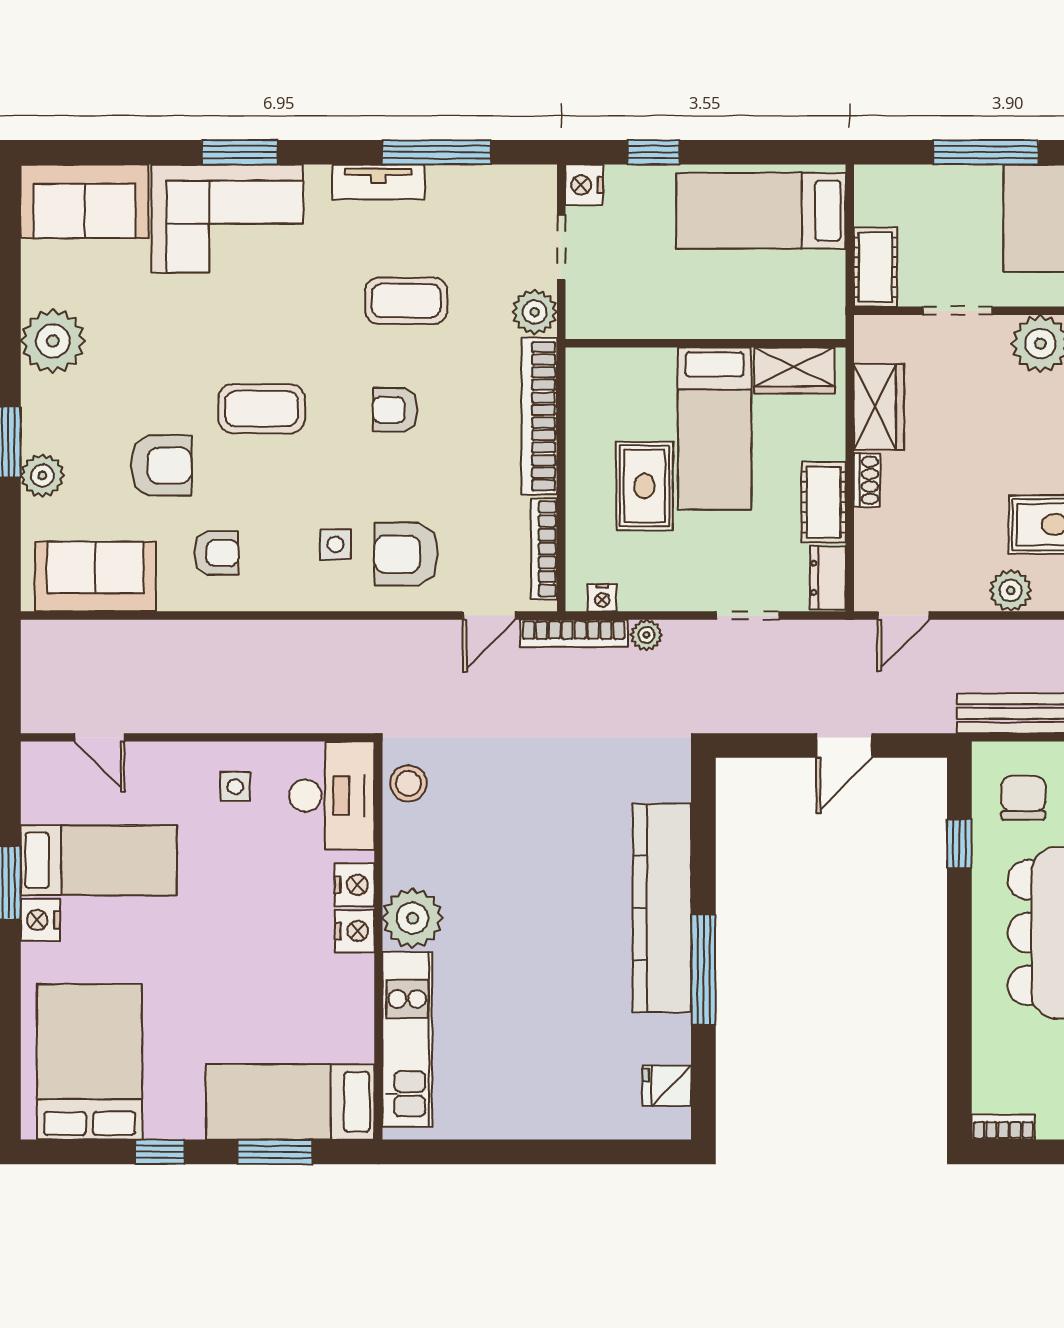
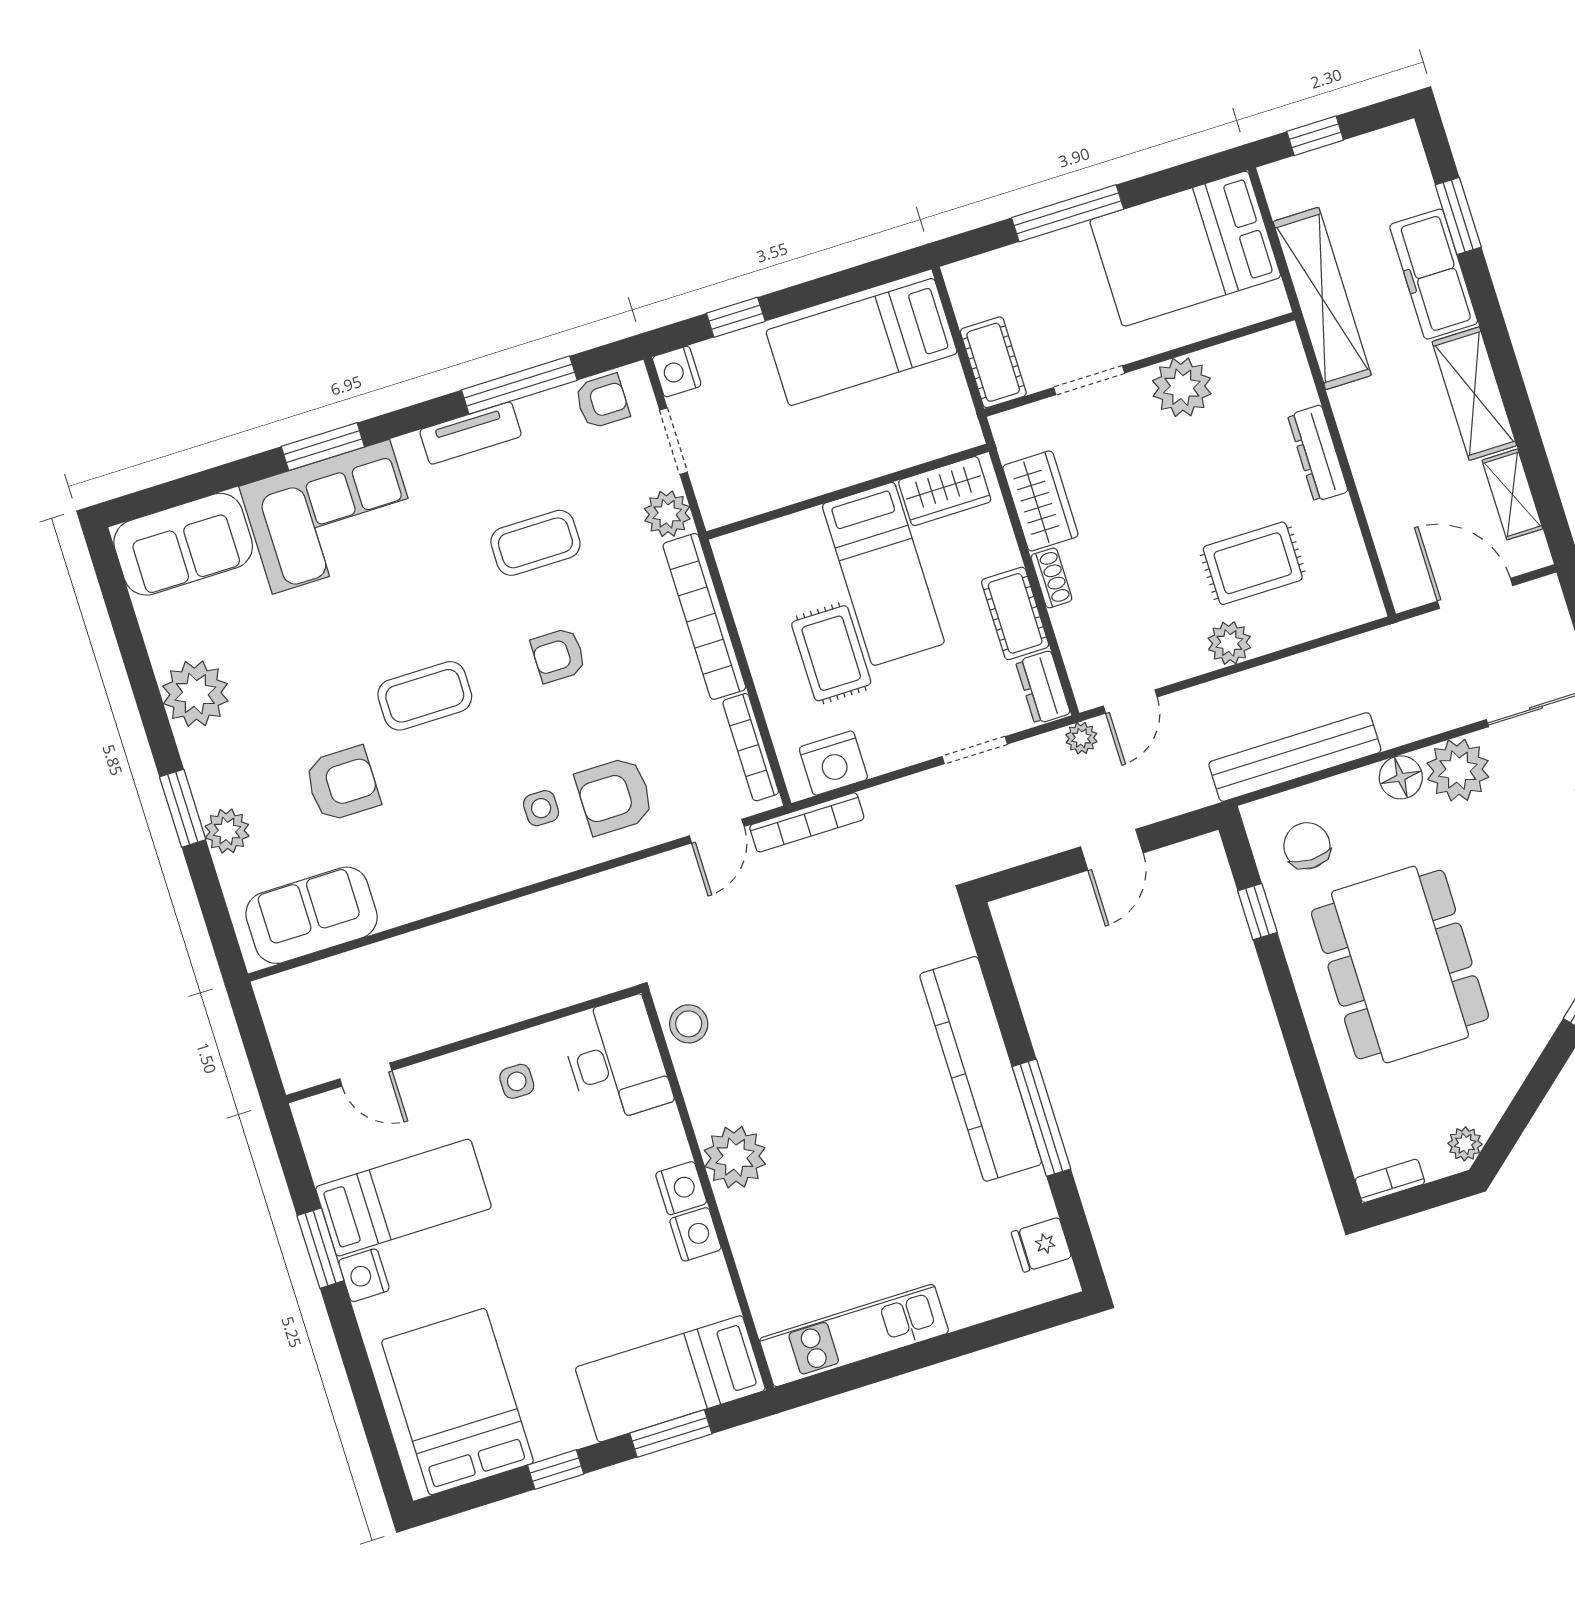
armchair: (216, 553) -> (602, 401), moved
nightstand: (602, 598) -> (833, 763), width x1.89, depth x1.79
plant: (646, 635) -> (1081, 738), moved
nightstand: (354, 885) -> (695, 1234), moved
kitchen unit: (407, 1039) -> (854, 1336), moved, turned -90

